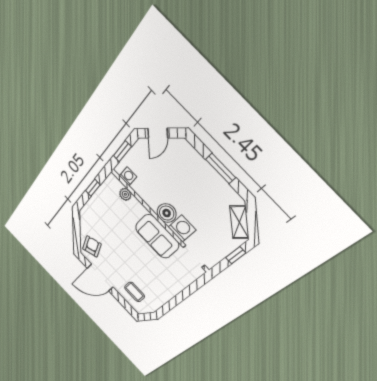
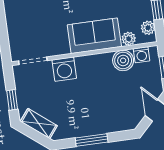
plant: (108, 185) -> (148, 28), added
boiler: (167, 213) -> (123, 60), moved
sofa: (157, 236) -> (94, 36), moved

